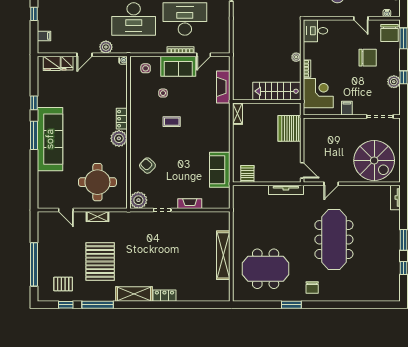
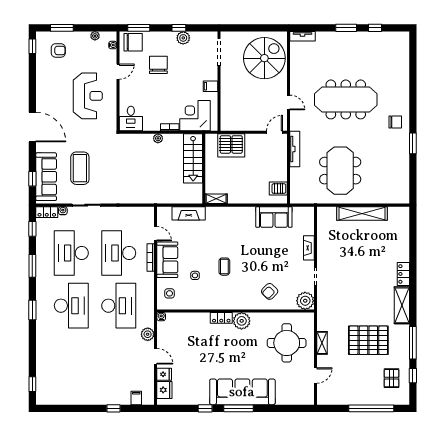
meeting table: (266, 269) -> (340, 171), moved

